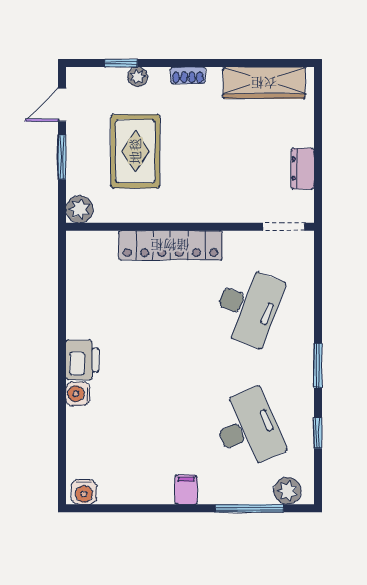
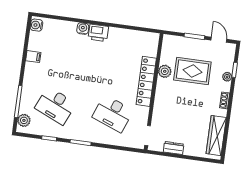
plant: (79, 209) -> (165, 71), moved
desk: (248, 429) -> (55, 106), turned 48
filing cabinet: (186, 490) -> (33, 57), moved

